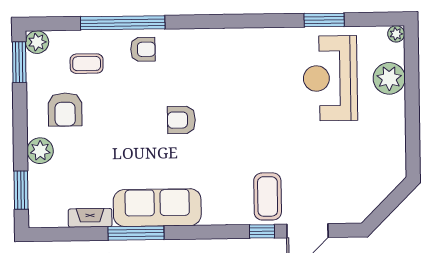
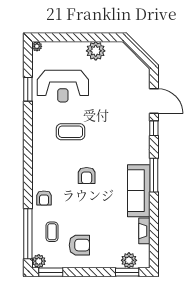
window: (123, 23) -> (28, 234), moved
armchair: (143, 49) -> (44, 198), turned 180
plant: (389, 78) -> (96, 51), moved
plant: (40, 151) -> (129, 260), moved
coffee table: (268, 196) -> (71, 132), moved
window: (136, 233) -> (154, 175), moved

